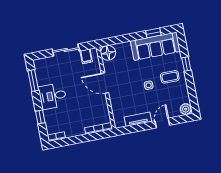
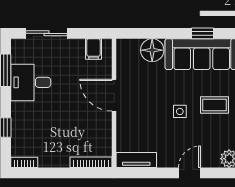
sliding door: (66, 50) -> (46, 33), moved
floor lamp: (108, 53) -> (152, 50), moved
desk: (53, 96) -> (31, 82), moved
tv unit: (138, 119) -> (136, 160), moved

